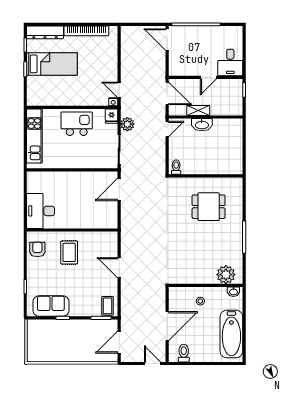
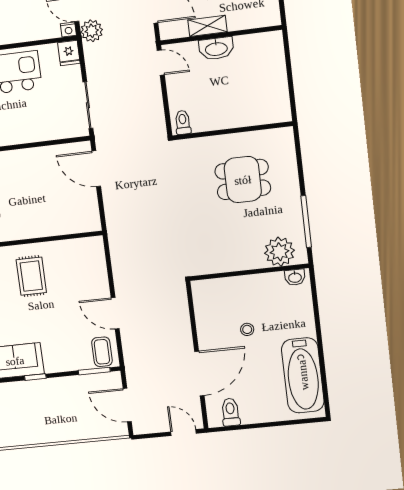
plant: (127, 124) -> (92, 31), moved
door: (167, 129) -> (161, 63), hinge flipped
door: (119, 189) -> (96, 169), hinge flipped
door: (119, 268) -> (115, 313), moved
plant: (226, 275) -> (279, 252), moved
wall: (206, 285) -> (249, 272), moved
washbasin: (233, 292) -> (295, 277), moved
door: (119, 342) -> (127, 405), hinge flipped

